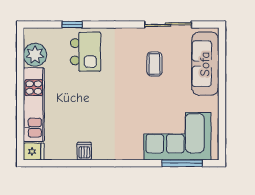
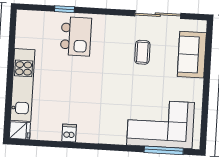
plant: (35, 55) -> (27, 36), removed
sofa: (205, 64) -> (192, 55), width x0.73

